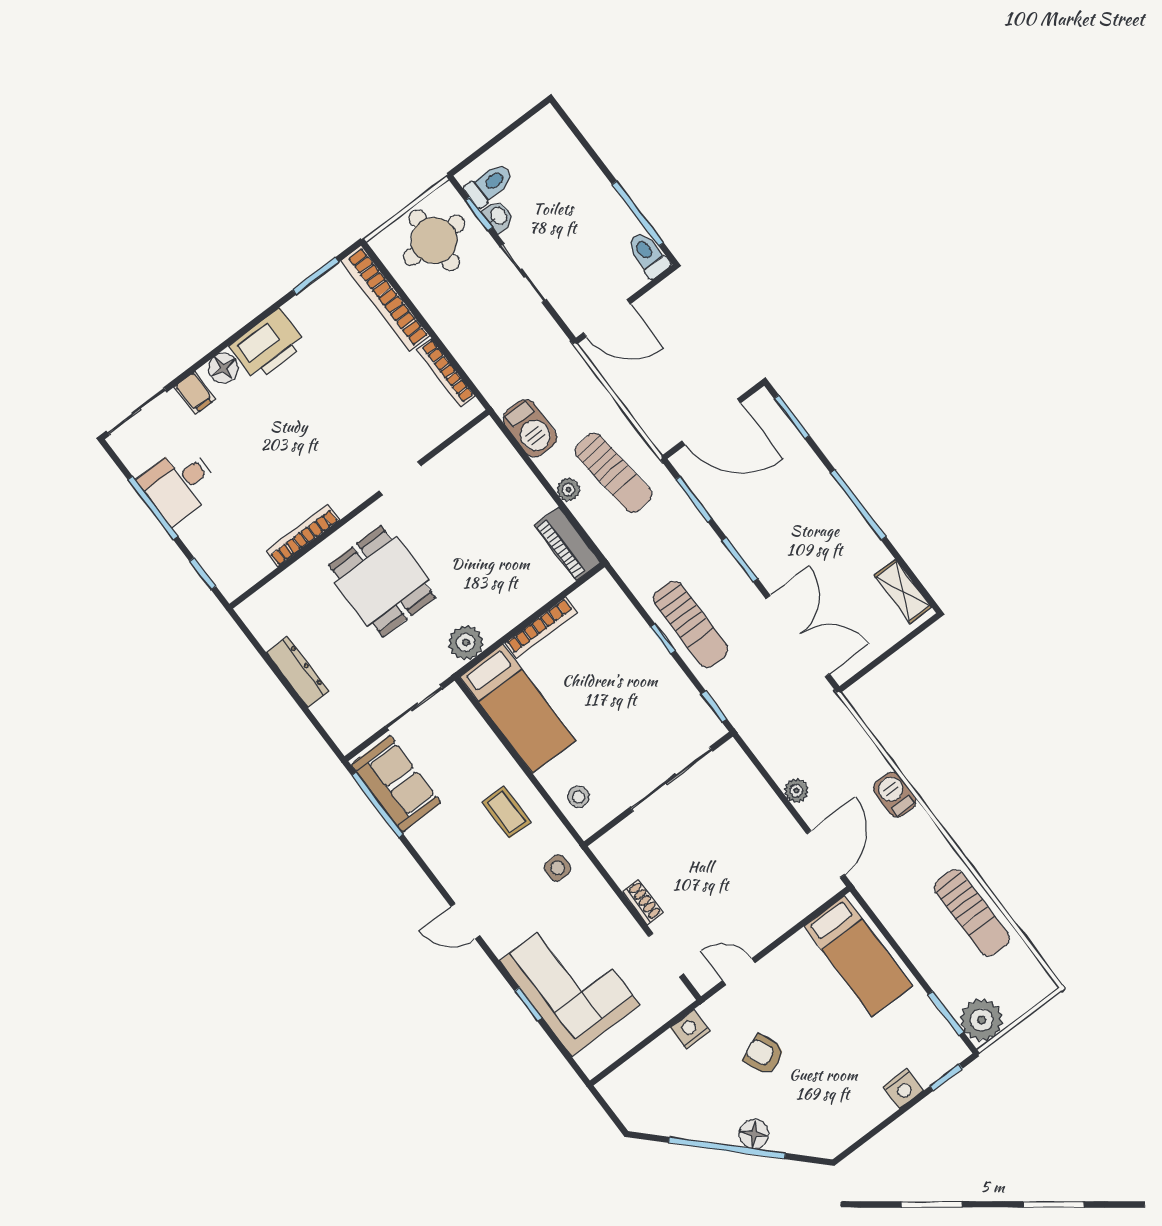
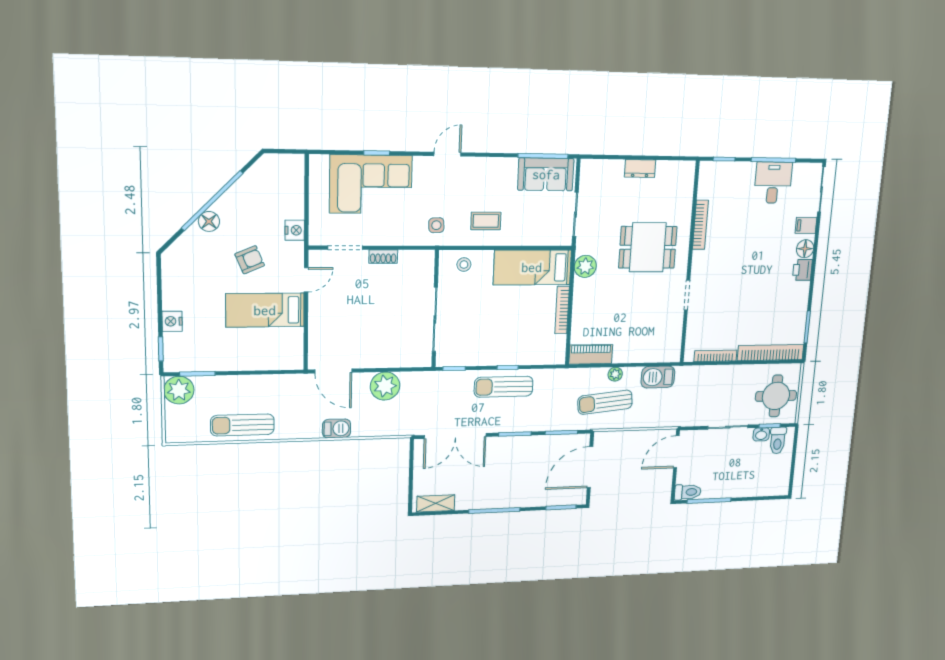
printer: (268, 345) -> (802, 270), width x0.53, depth x0.68
dresser: (298, 672) -> (640, 169), width x0.70
plant: (796, 791) -> (385, 386), width x1.87, depth x1.87
bed: (858, 956) -> (265, 310), moved

